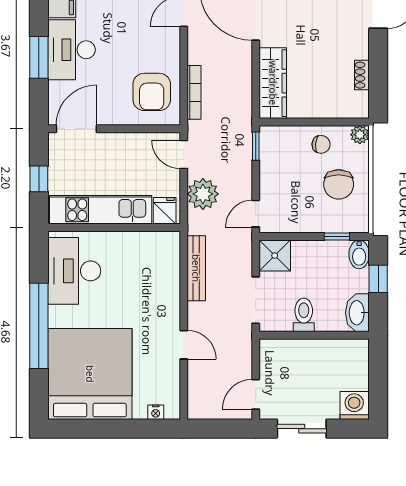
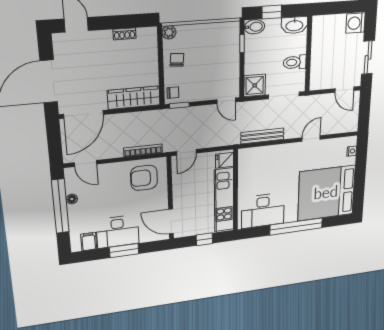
armchair: (152, 92) -> (144, 178), turned 180
chair: (339, 184) -> (173, 93), moved, width x0.54, depth x0.54
plant: (203, 194) -> (213, 137), removed

